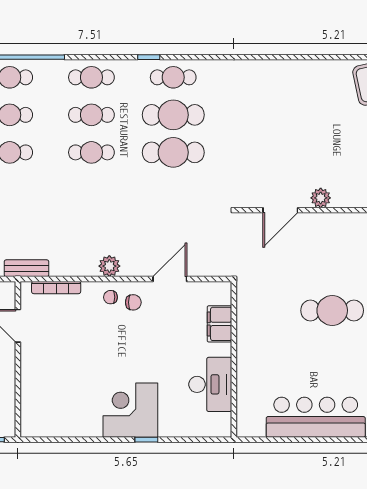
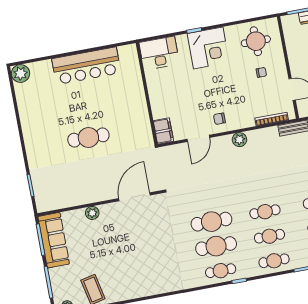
plant: (321, 198) -> (92, 213), moved
door: (280, 210) -> (134, 197), width x1.36
chair: (111, 297) -> (261, 72), moved
filing cabinet: (219, 324) -> (163, 131), moved
desk: (210, 384) -> (159, 53), moved, turned 90
round table: (58, 407) -> (256, 41), added

